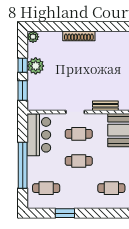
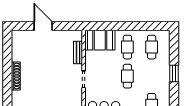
cafe table: (79, 134) -> (127, 47), moved
window: (65, 213) -> (174, 73), moved

